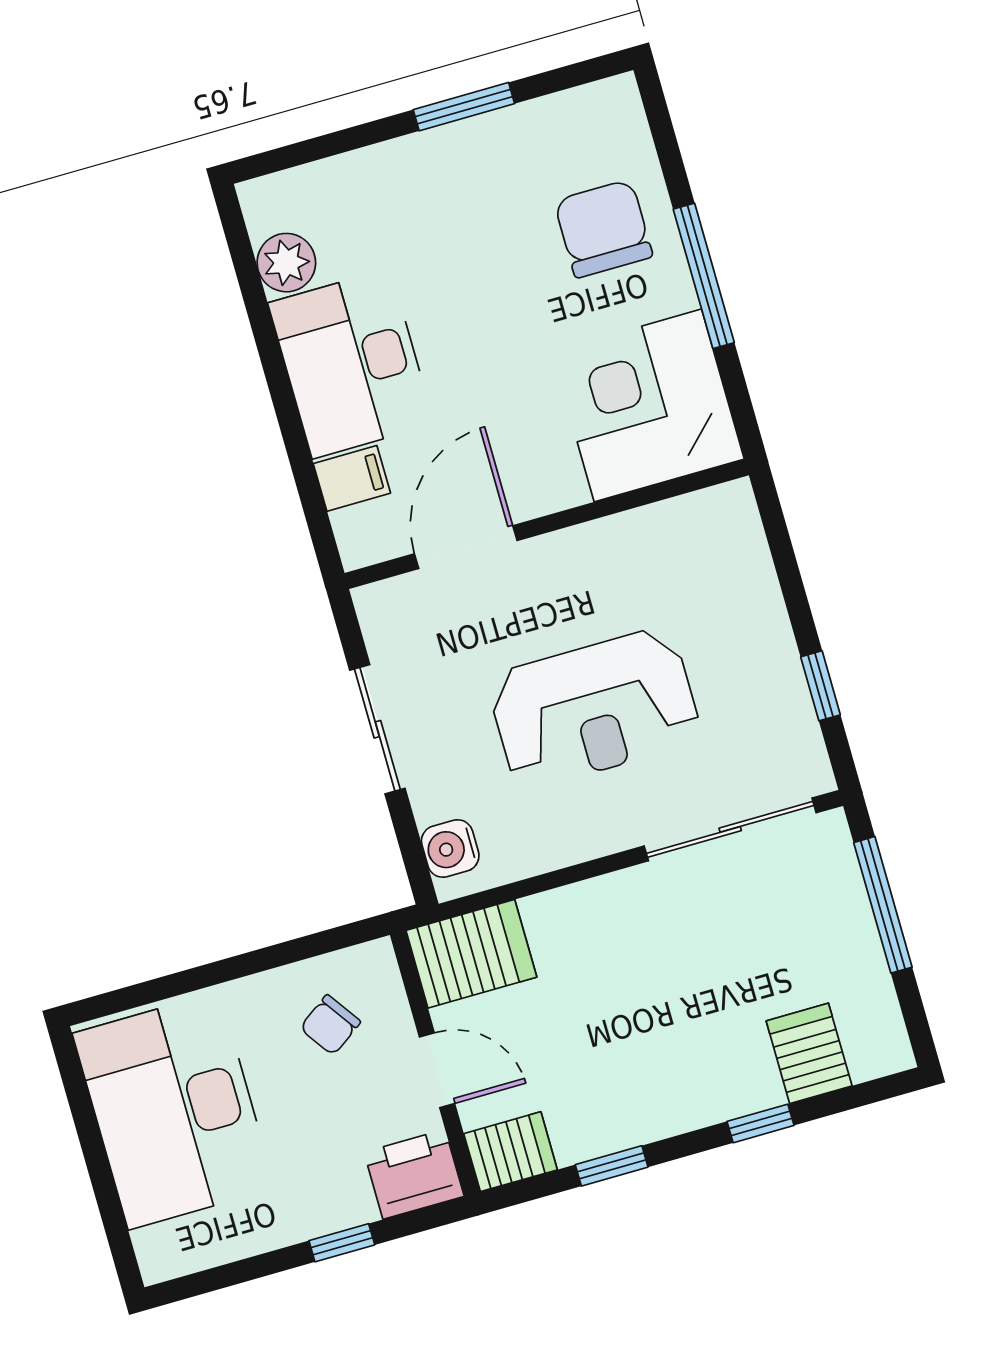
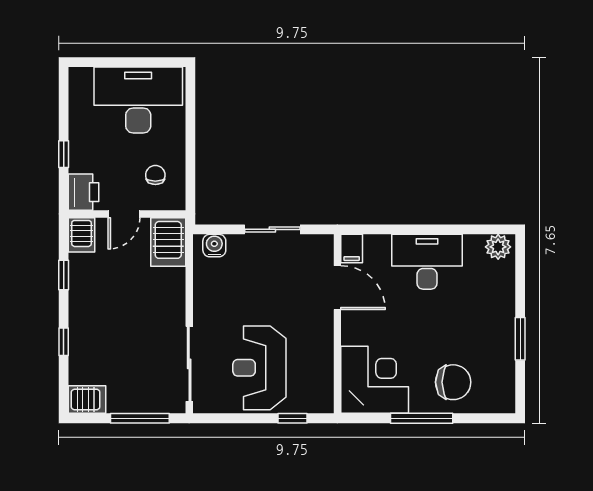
plant: (286, 263) -> (498, 247), moved
filing cabinet: (352, 478) -> (352, 249), moved
window: (821, 686) -> (292, 418), moved
reception desk: (594, 708) -> (259, 368), moved
chair: (330, 1025) -> (155, 175), turned 35
server rack: (809, 1053) -> (87, 400), moved

